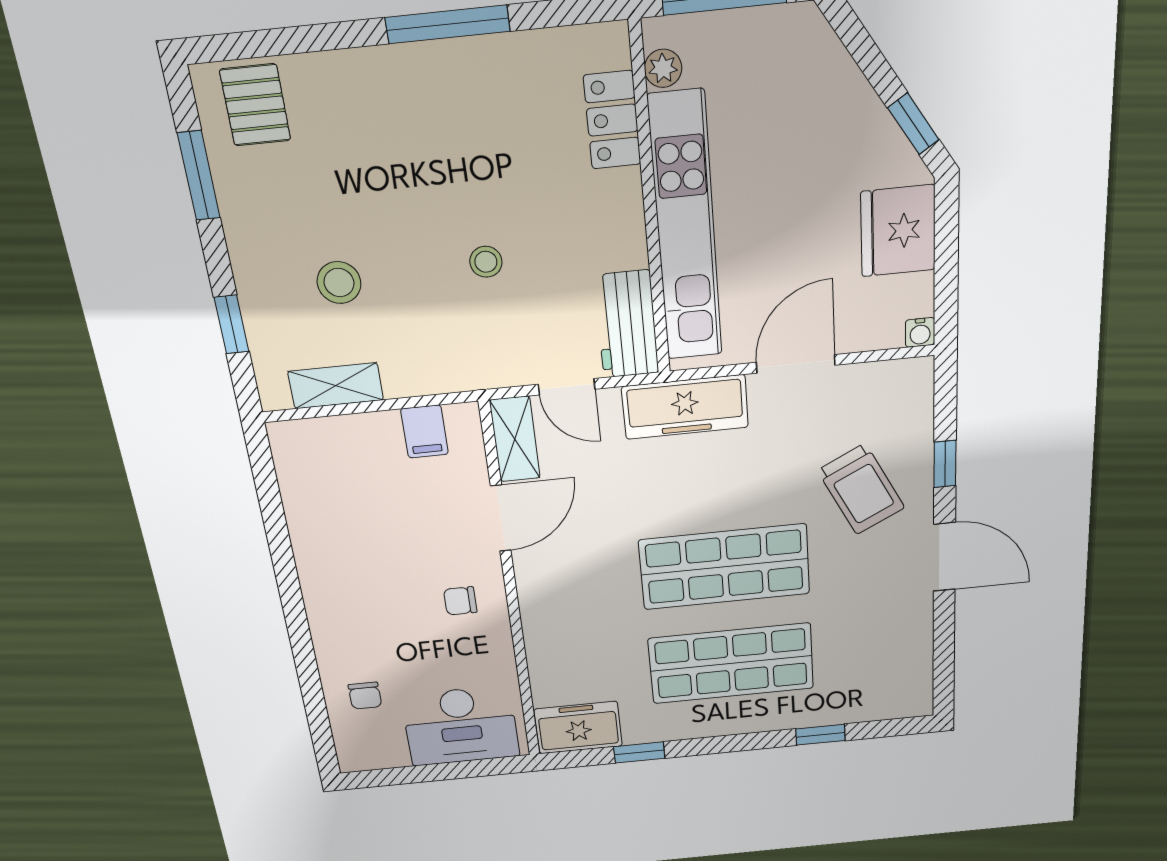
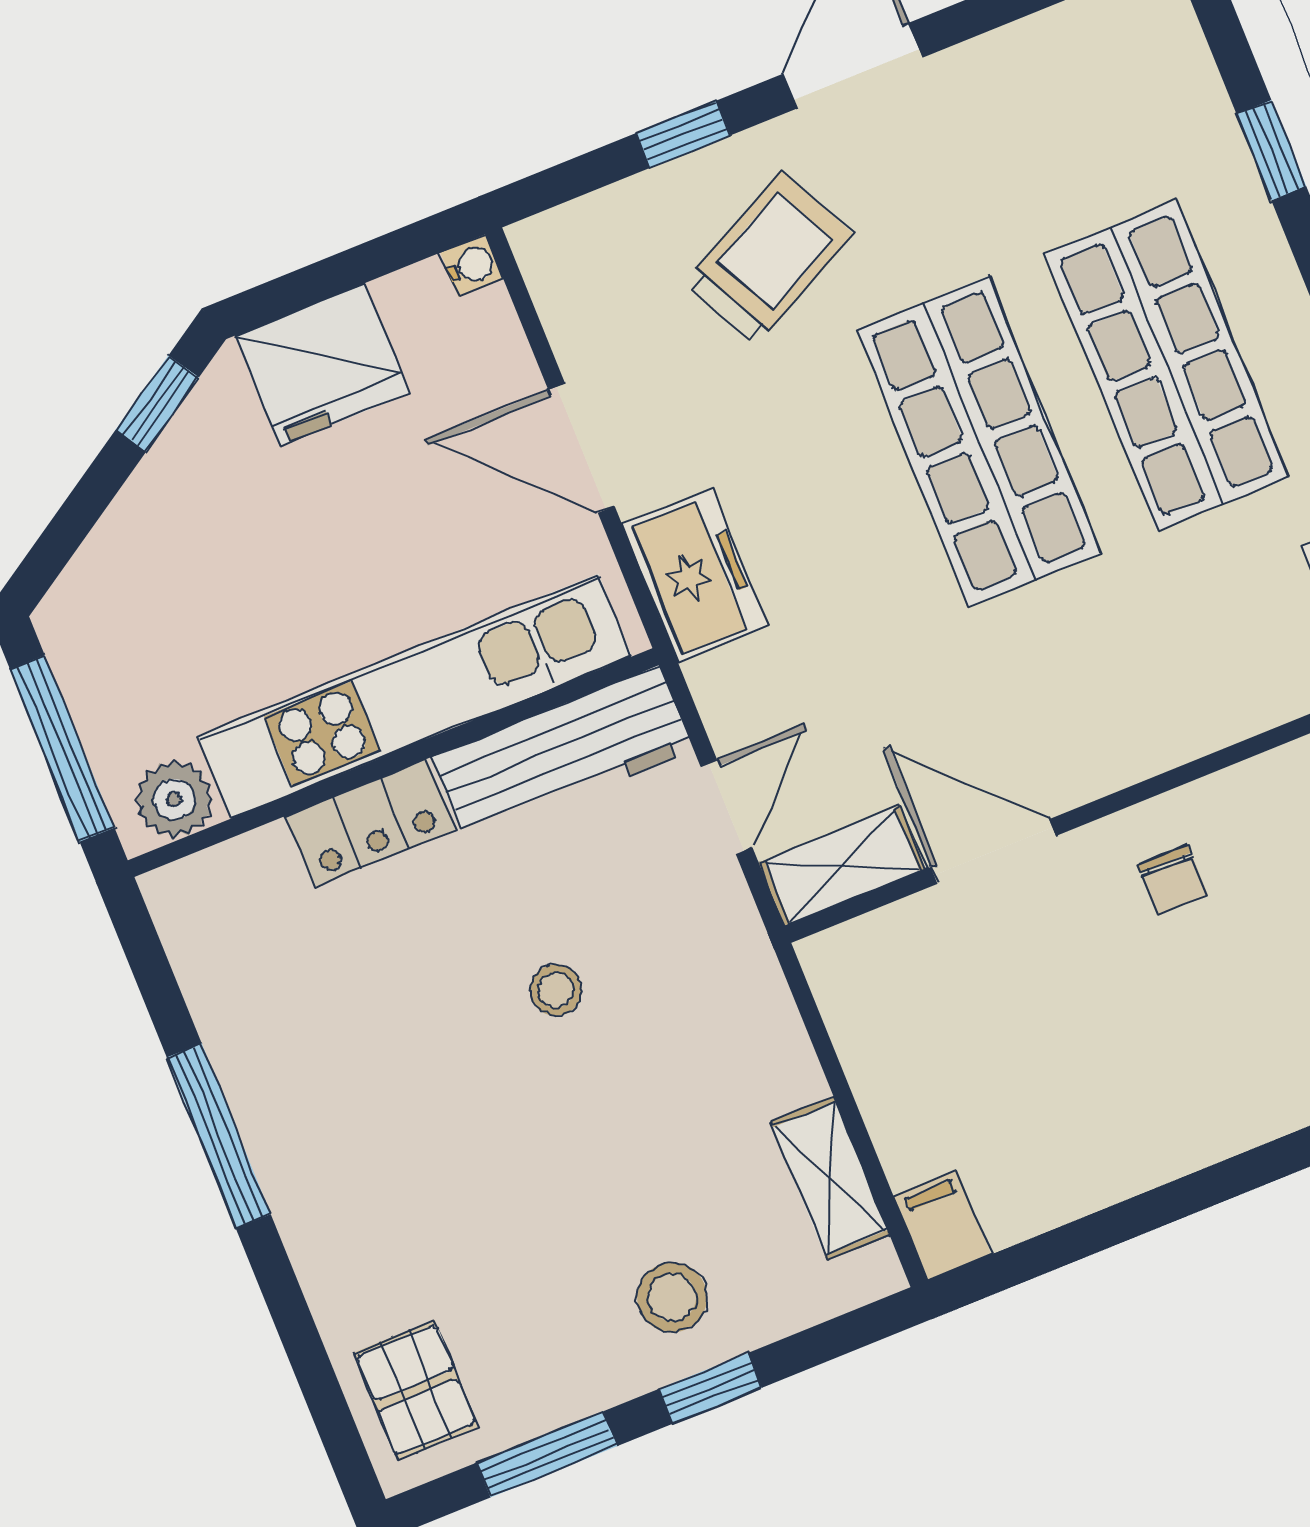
plant: (663, 68) -> (174, 799), width x1.38, depth x1.38
pallet: (255, 105) -> (416, 1390), turned 90
locker: (612, 120) -> (370, 823), moved
stool: (339, 283) -> (672, 1297), moved
window: (231, 324) -> (710, 1388), moved
workbench: (627, 324) -> (563, 754), width x1.38
freezer: (685, 407) -> (695, 576), width x0.71
filing cabinet: (425, 432) -> (942, 1225), moved, turned -90

